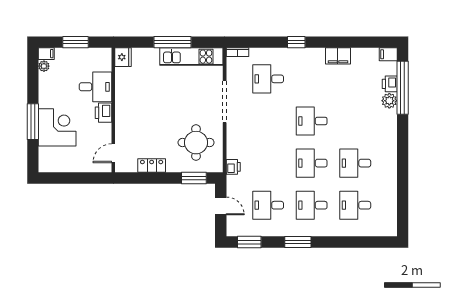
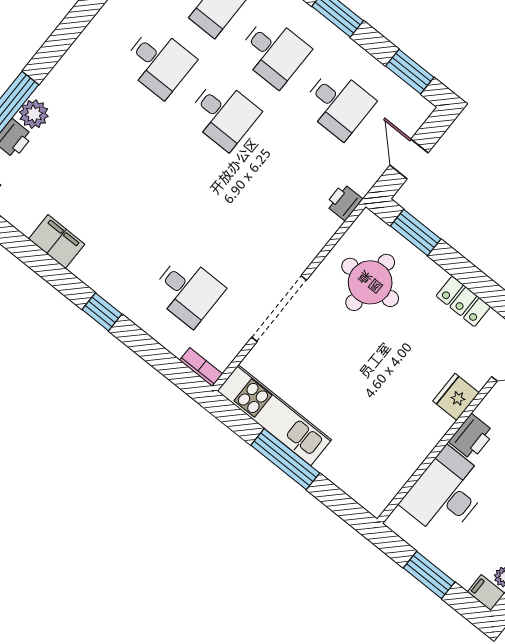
fridge: (123, 57) -> (456, 397), moved
desk: (95, 87) -> (446, 493), width x1.37
desk: (312, 121) -> (173, 177), removed

